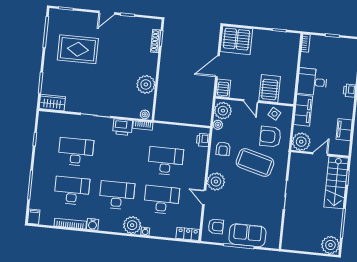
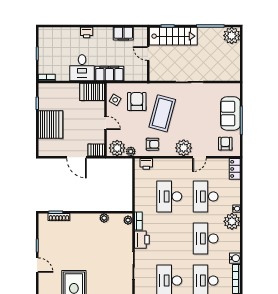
server rack: (236, 40) -> (51, 125), moved
plant: (146, 84) -> (104, 218), width x0.53, depth x0.53
server rack: (270, 88) -> (92, 92), moved
door: (251, 101) -> (106, 123), hinge flipped
armchair: (270, 137) -> (137, 101), turned 180
plant: (301, 142) -> (139, 72), removed

